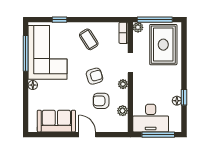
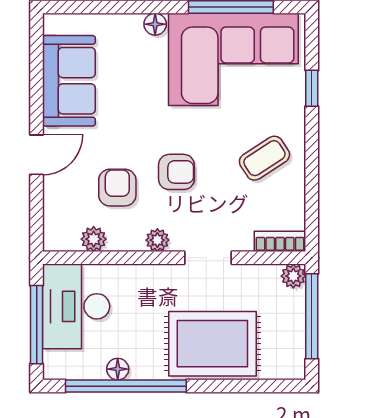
rug: (163, 45) -> (212, 344), moved
armchair: (95, 76) -> (176, 172), turned -73
window: (184, 97) -> (126, 386), width x3.17

